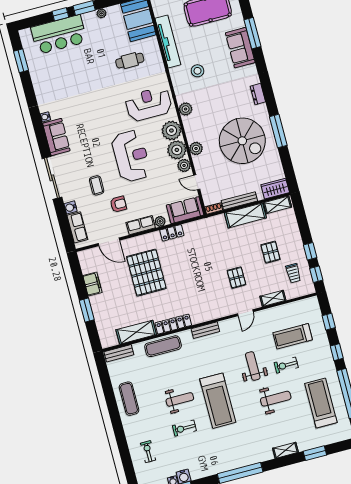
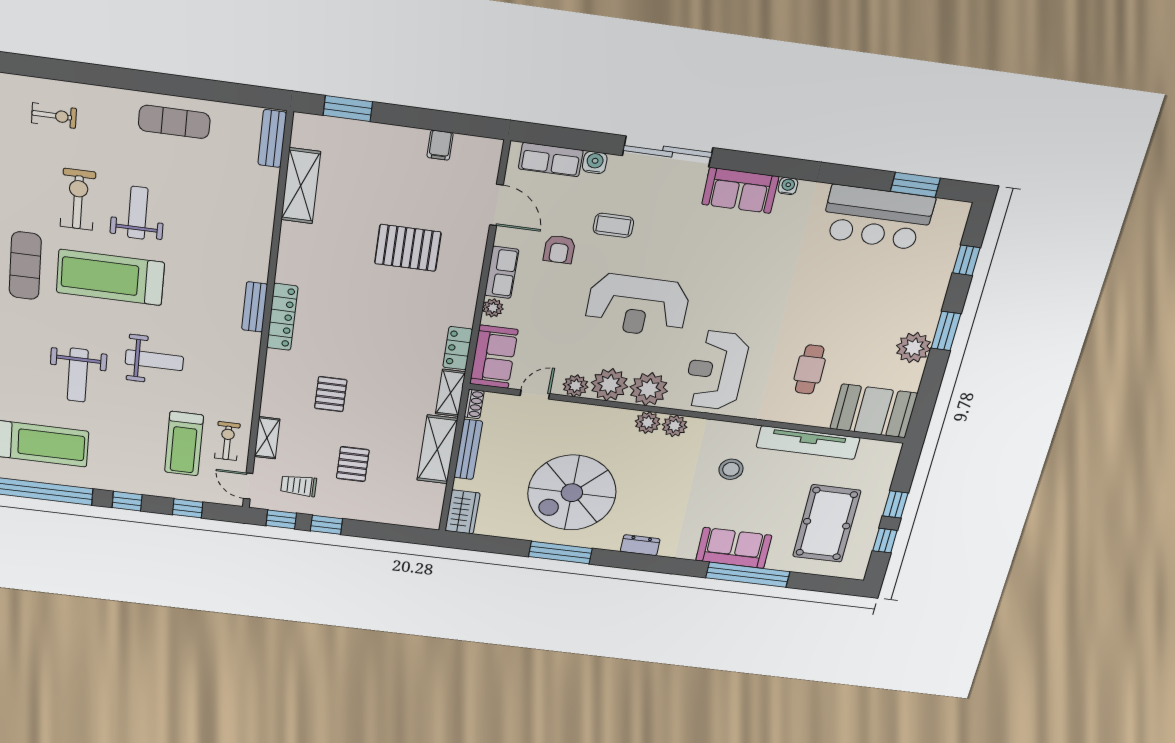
plant: (101, 13) -> (913, 348), width x1.87, depth x1.87
window: (60, 14) -> (966, 260), moved
window: (252, 33) -> (748, 575), width x1.46
bar counter: (59, 35) -> (877, 217), moved, turned -90
reception desk: (149, 104) -> (716, 370), turned 180
plant: (196, 148) -> (648, 423), moved
shelving: (278, 205) -> (450, 393), moved
locker: (172, 233) -> (458, 348), moved
door: (109, 242) -> (496, 205), swing flipped
pallet: (270, 252) -> (353, 464), turned 90
pallet: (146, 273) -> (408, 248), width x0.73, depth x0.71
pallet: (237, 278) -> (331, 394), turned 90
filing cabinet: (92, 284) -> (440, 145), width x0.50
window: (87, 310) -> (348, 109), moved
door: (245, 313) -> (248, 486), moved
locker: (173, 324) -> (282, 317), moved
treadmill: (293, 336) -> (184, 444), turned 180
exercise mat: (163, 346) -> (25, 266), moved
exercise bike: (286, 365) -> (227, 441), moved
weight bench: (180, 399) -> (138, 213), turned 180
exercise bike: (184, 428) -> (78, 199), width x1.38, depth x1.39

